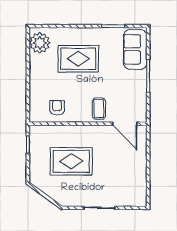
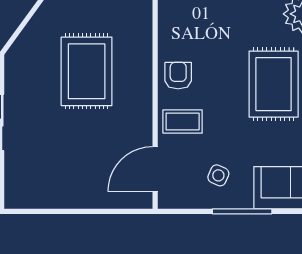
side table: (128, 89) -> (218, 175), added
armchair: (57, 108) -> (178, 76), moved, turned -90

